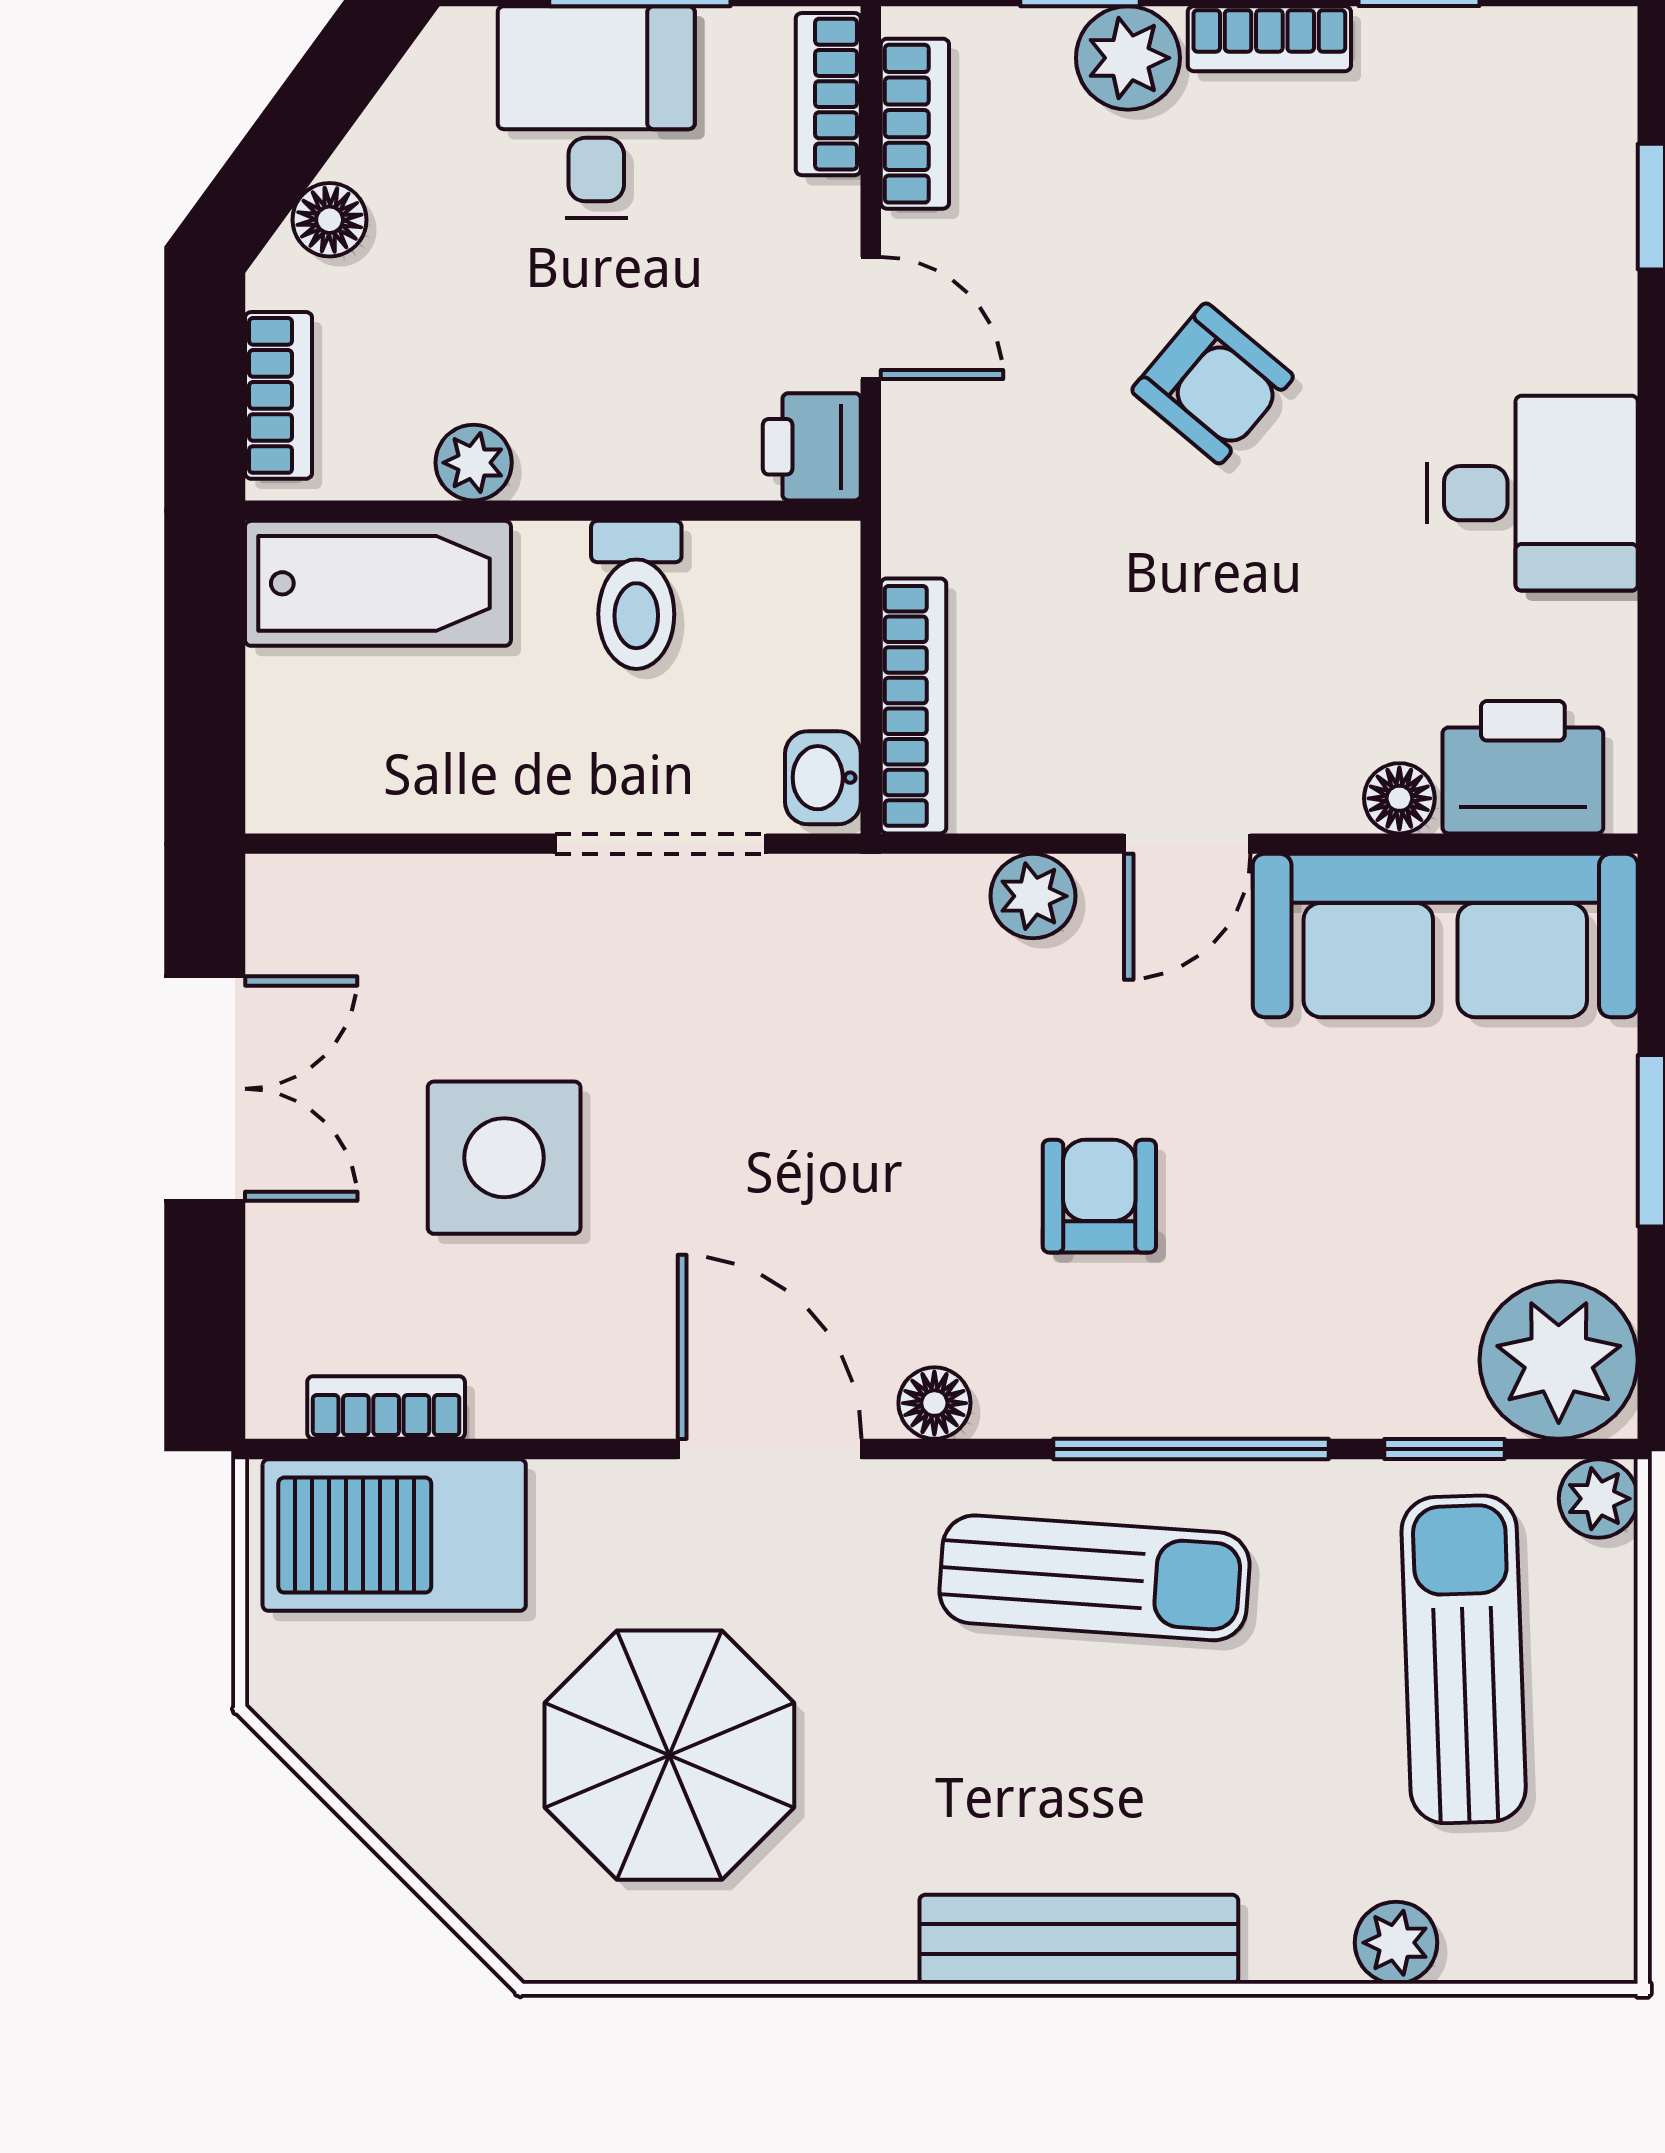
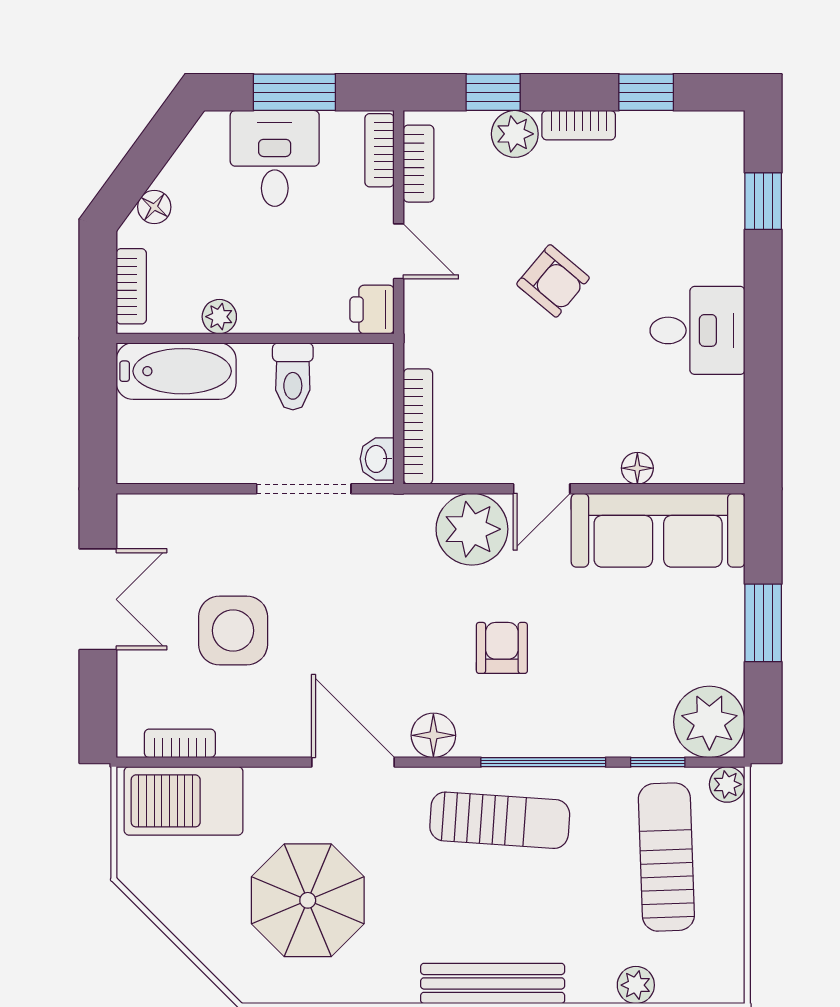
printer: (1523, 767) -> (693, 454), removed
plant: (1033, 896) -> (472, 529), width x1.87, depth x1.87
floor lamp: (934, 1403) -> (433, 735), width x1.37, depth x1.37

